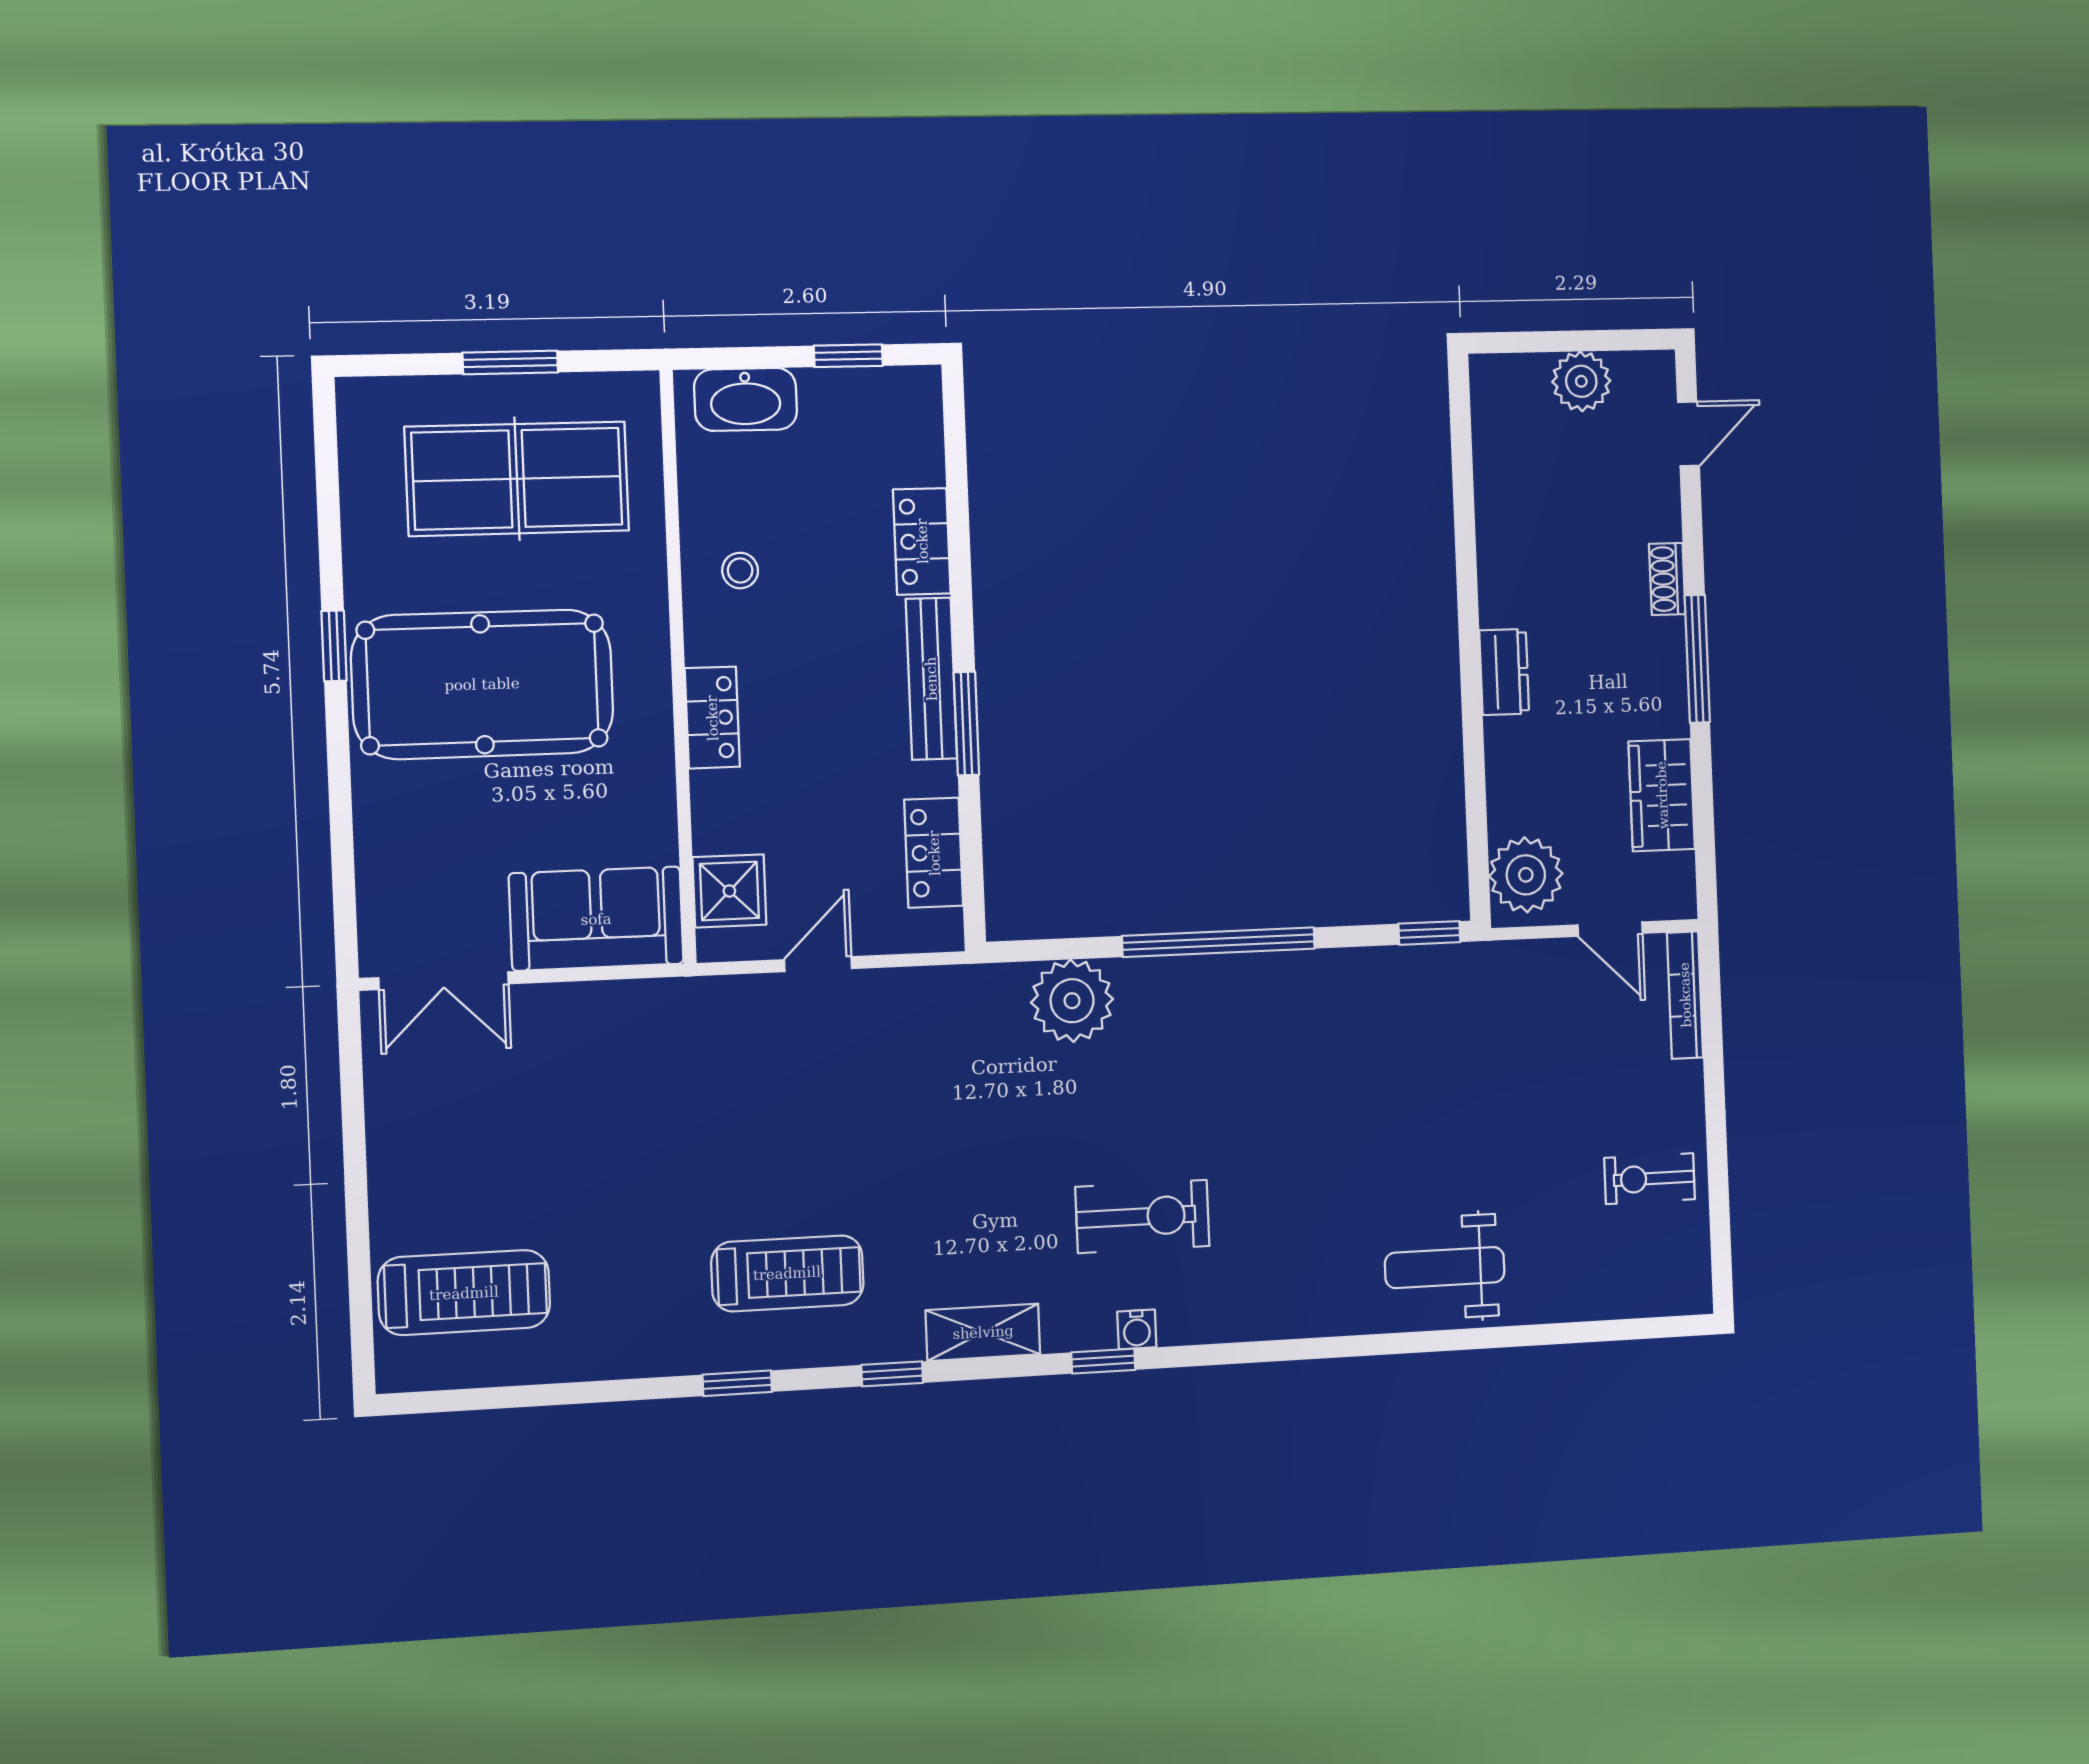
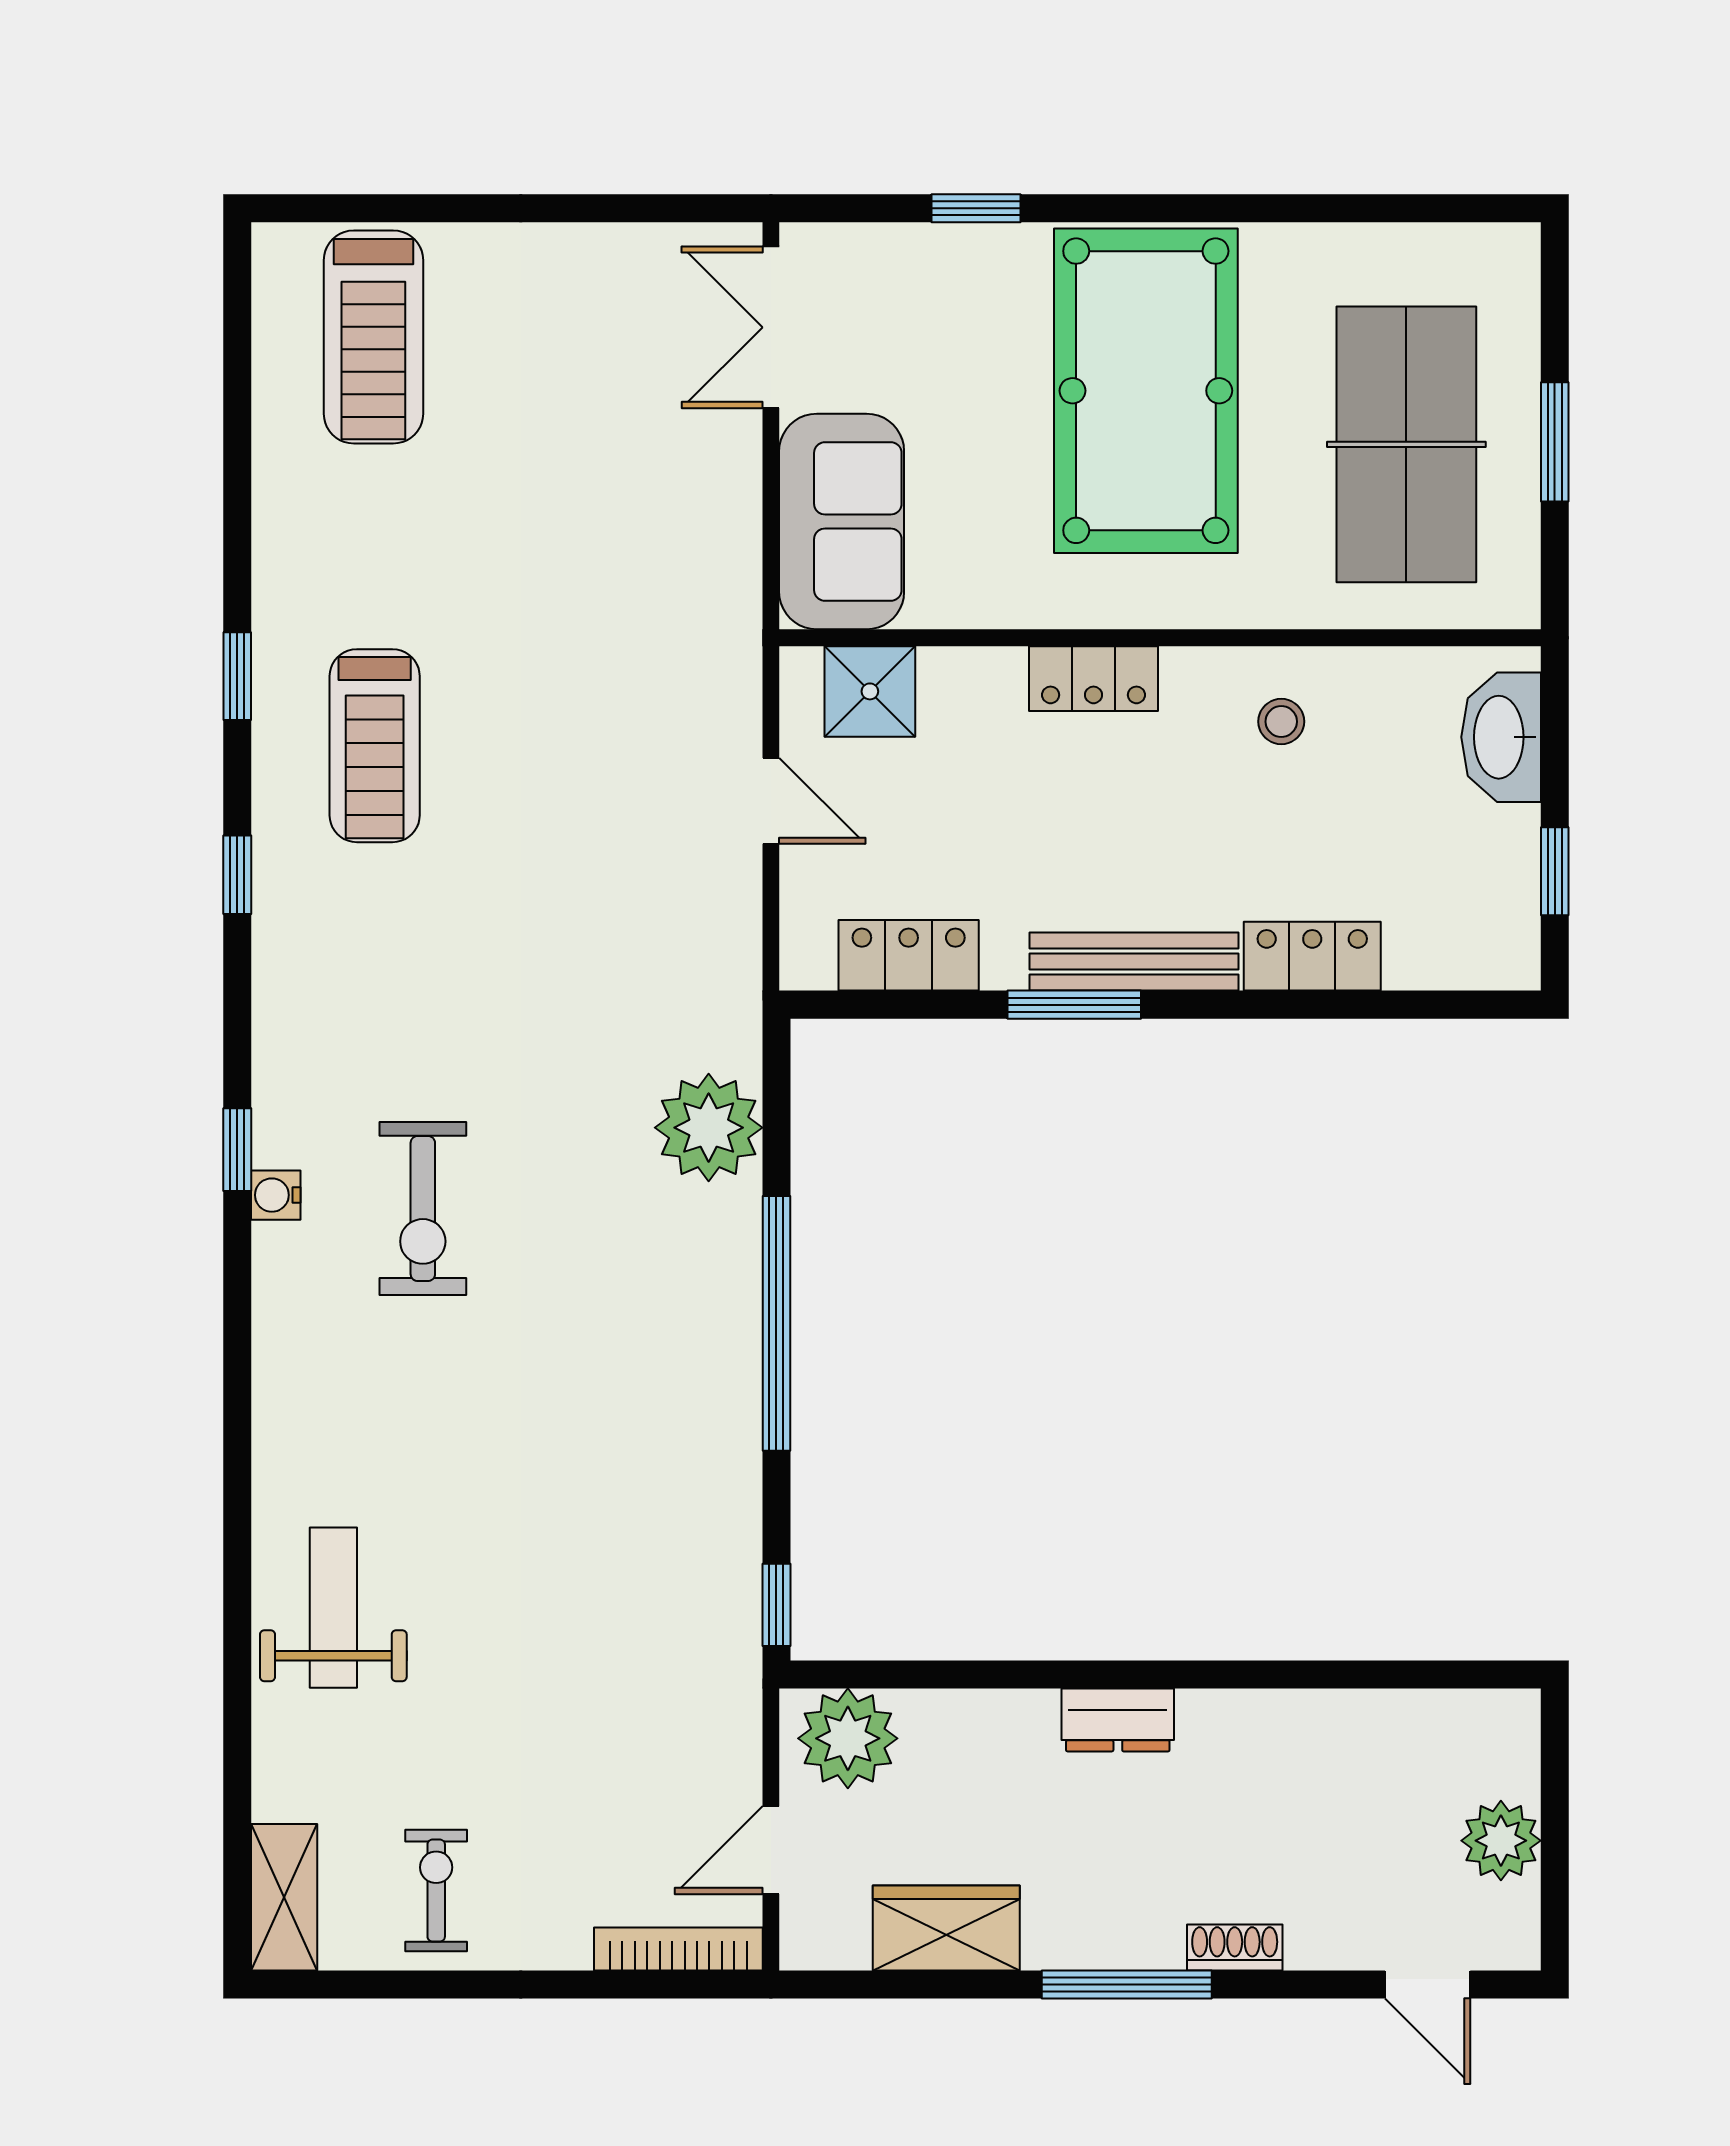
window: (334, 646) -> (976, 208), moved
shelving: (983, 1332) -> (284, 1897), moved

